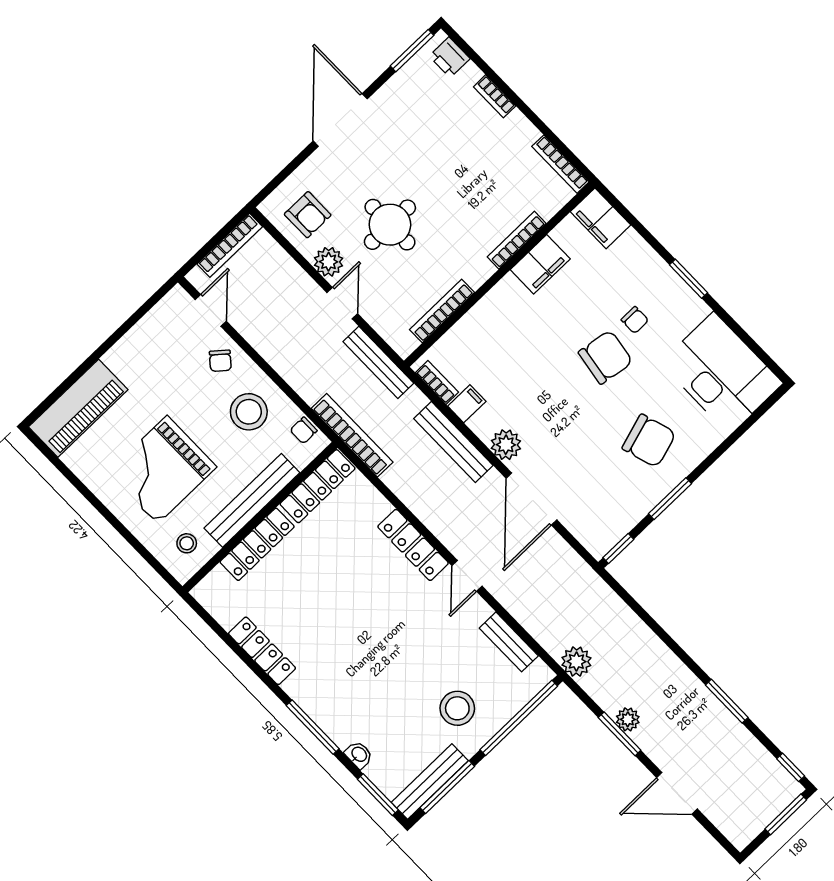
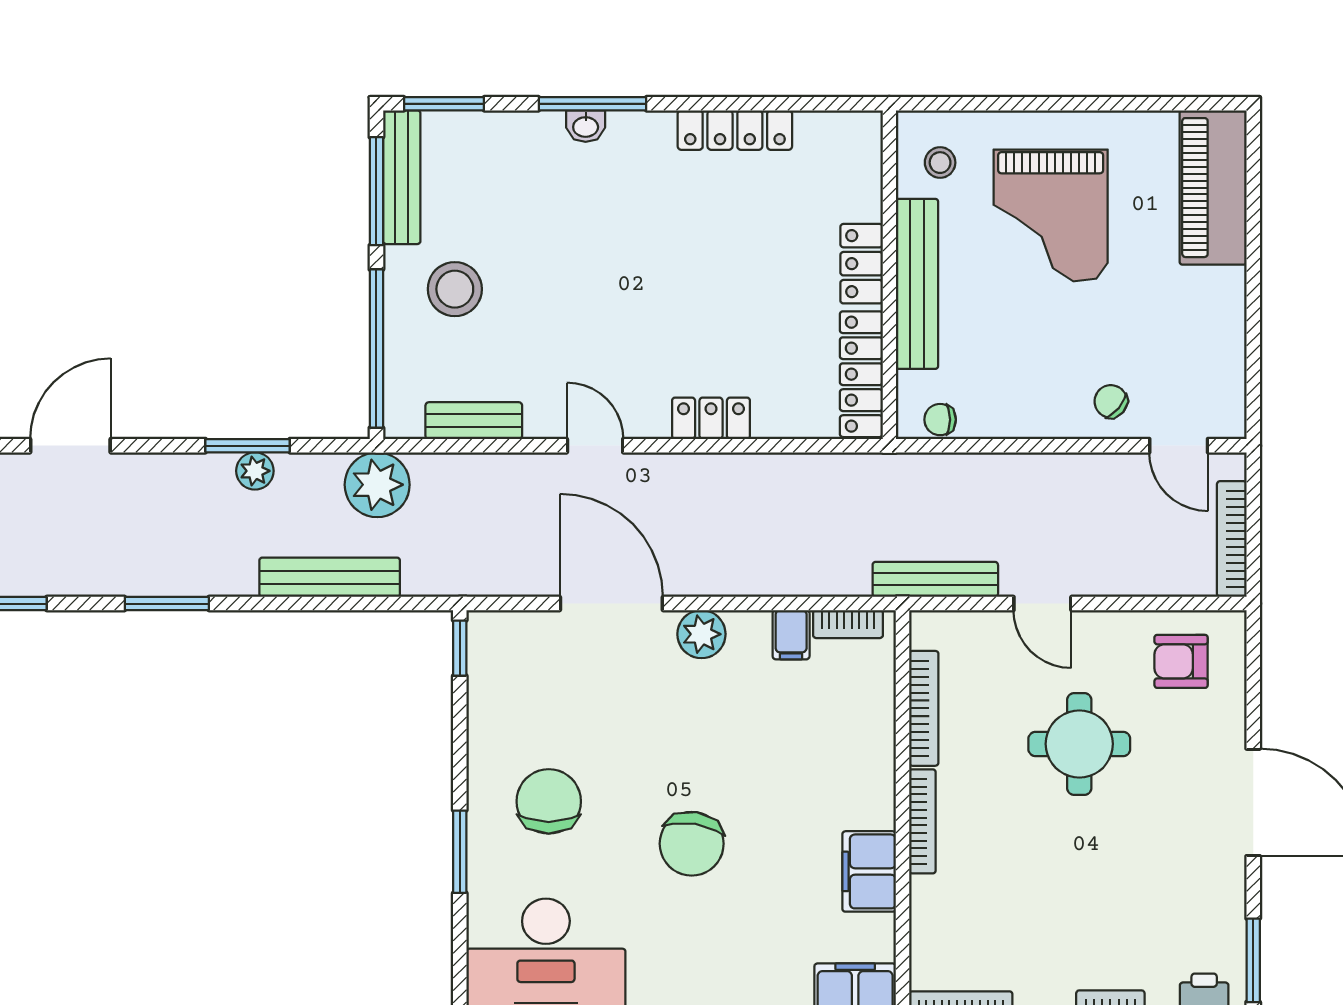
bookcase: (517, 240) -> (922, 821), moved
plant: (329, 262) -> (1105, 633), removed
chair: (635, 320) -> (702, 918), removed
stool: (249, 412) -> (1021, 378), removed
chair: (304, 430) -> (940, 420), turned -90
bookcase: (352, 435) -> (881, 469), removed
chair: (649, 441) -> (549, 801), turned 107
bench: (453, 442) -> (330, 577), moved
grand piano: (162, 470) -> (1051, 215), turned 180
window: (670, 499) -> (460, 852), moved
locker: (257, 544) -> (862, 264), width x0.66
locker: (413, 545) -> (711, 418), width x0.66
plant: (576, 662) -> (377, 485), width x1.36, depth x1.36
washbasin: (359, 755) -> (586, 126), moved
door: (677, 793) -> (70, 446), moved

